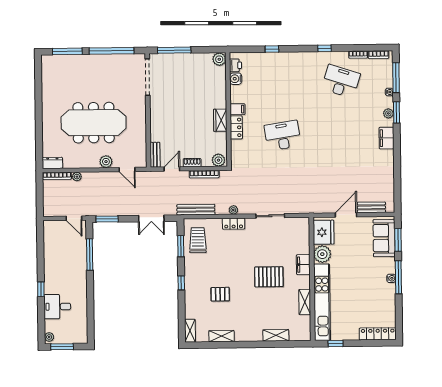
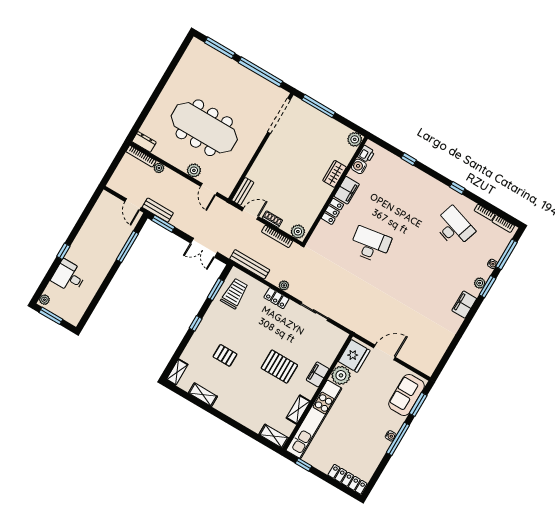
filing cabinet: (237, 109) -> (347, 190), width x2.00
wardrobe: (220, 120) -> (335, 174), moved
bench: (371, 207) -> (158, 210), moved
shelving: (276, 335) -> (274, 436), moved

